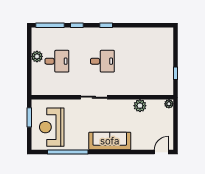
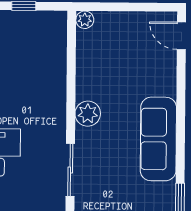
plant: (140, 106) -> (88, 114), moved

